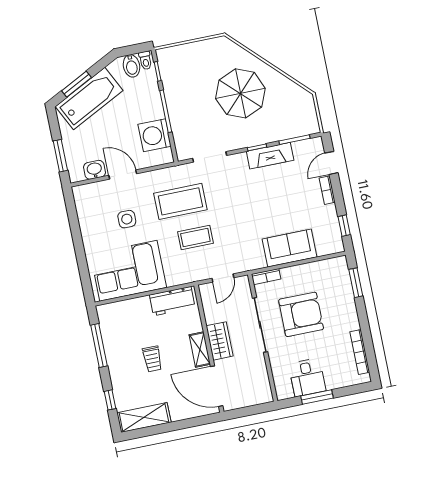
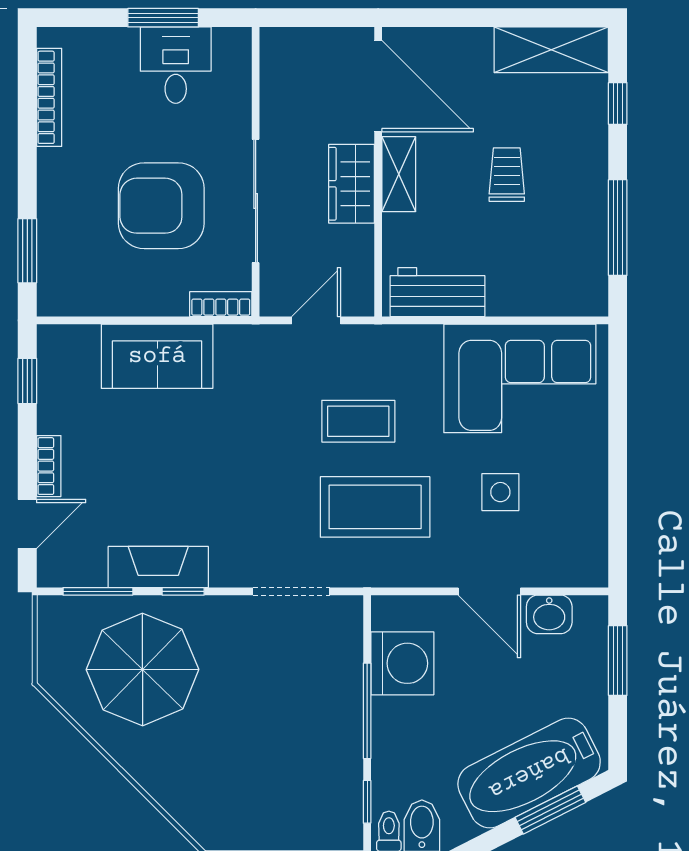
parasol: (240, 93) -> (142, 669), moved

